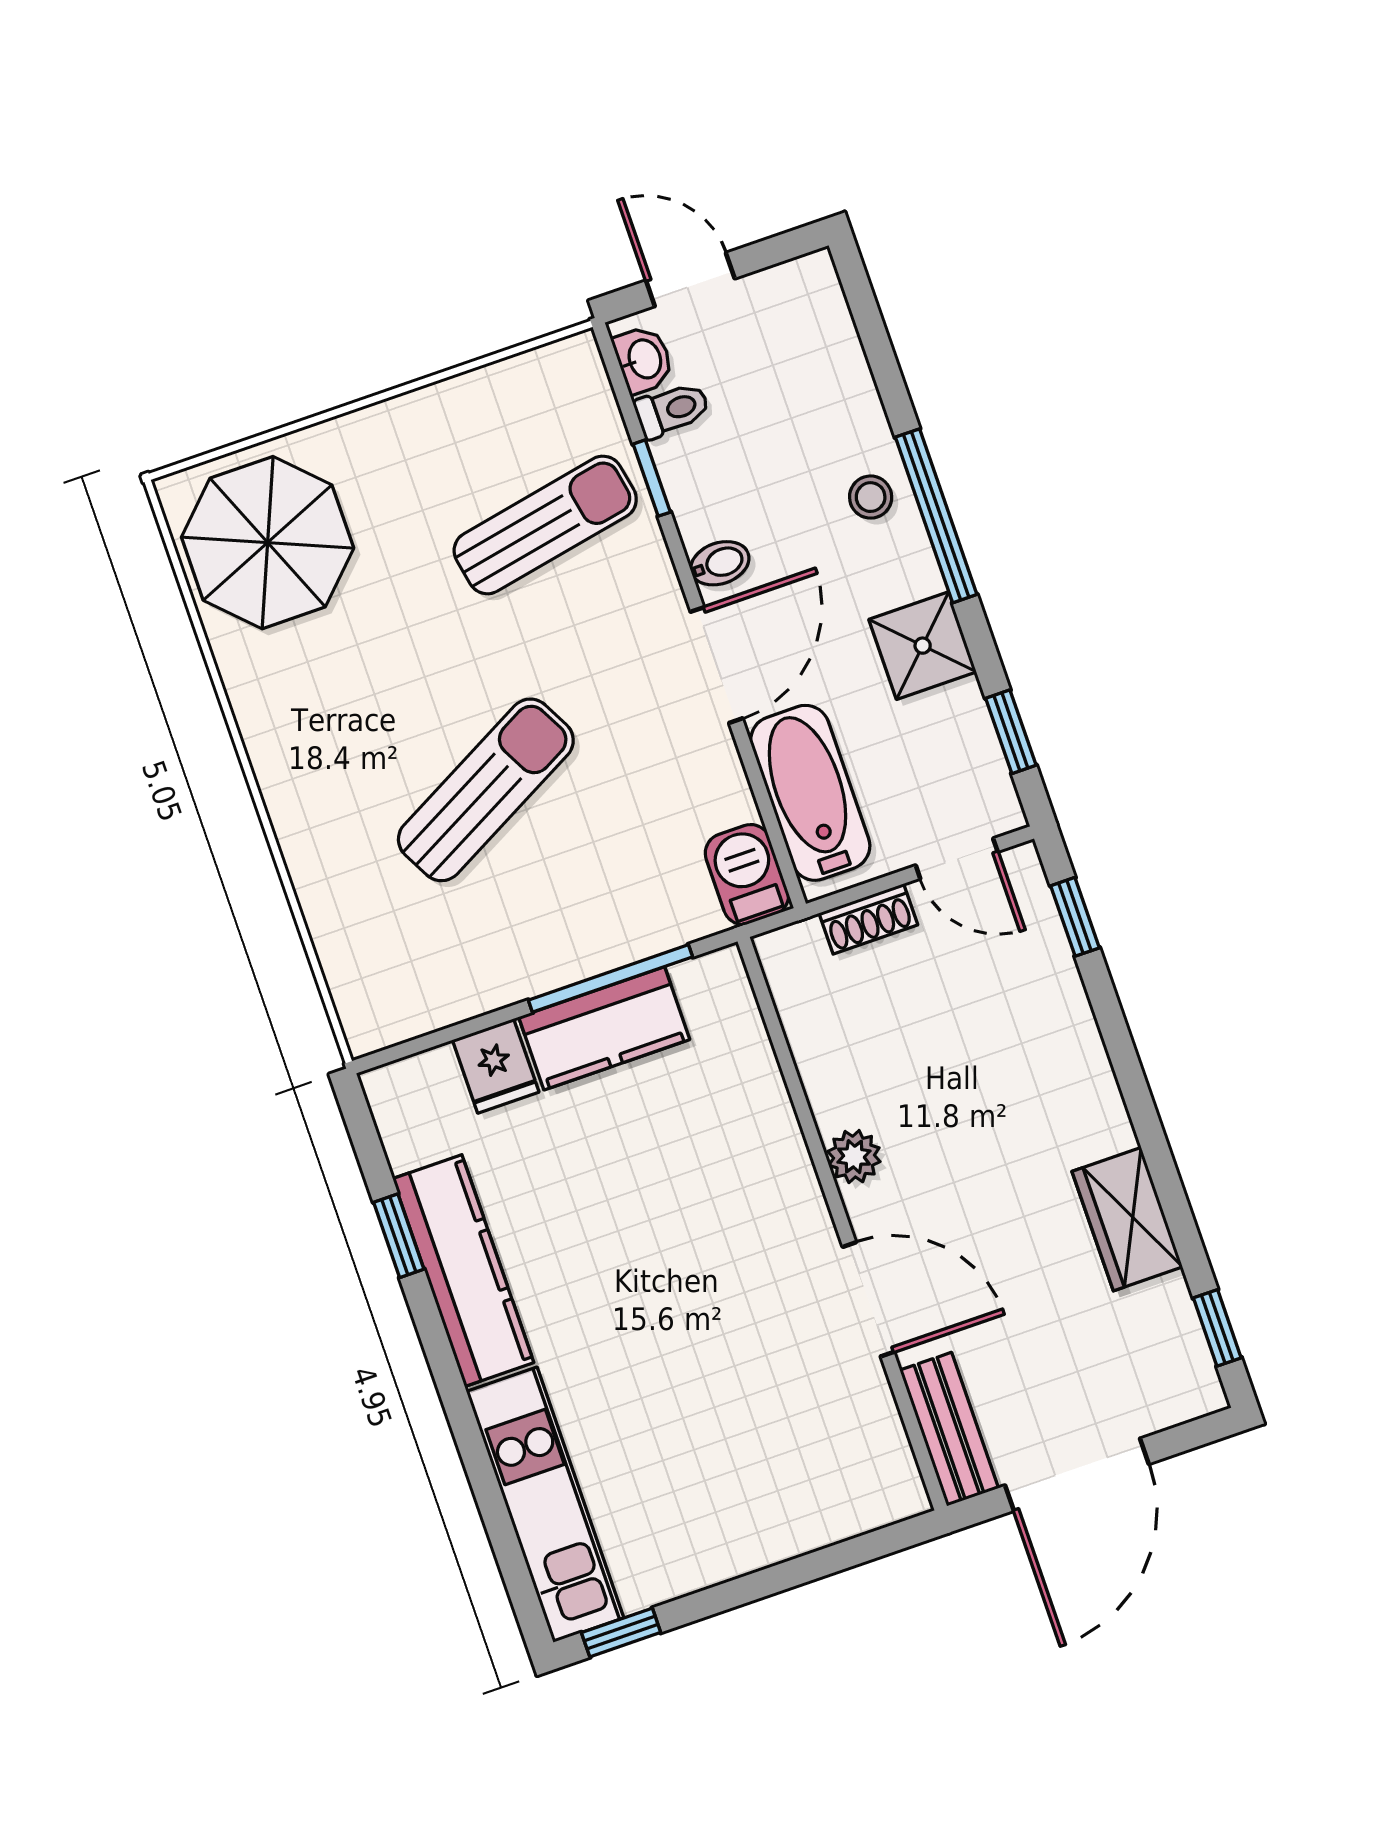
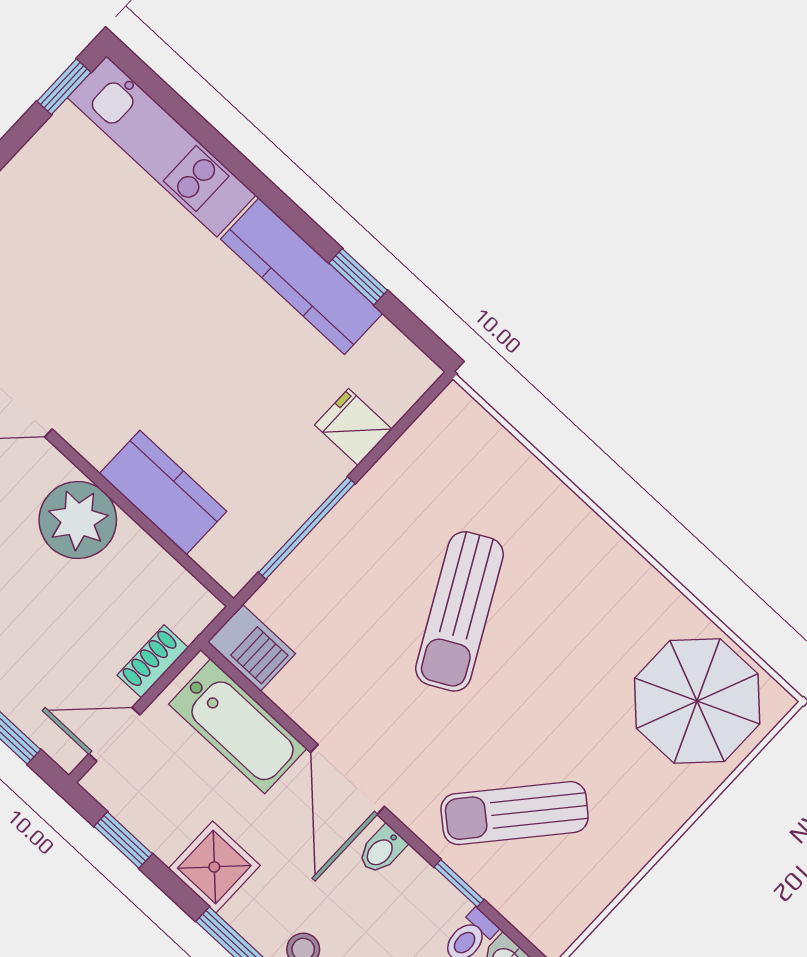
sun lounger: (545, 525) -> (515, 813), turned 52
kitchen counter: (604, 1028) -> (163, 493), moved, turned 90
plant: (854, 1157) -> (78, 520), width x1.87, depth x1.87

